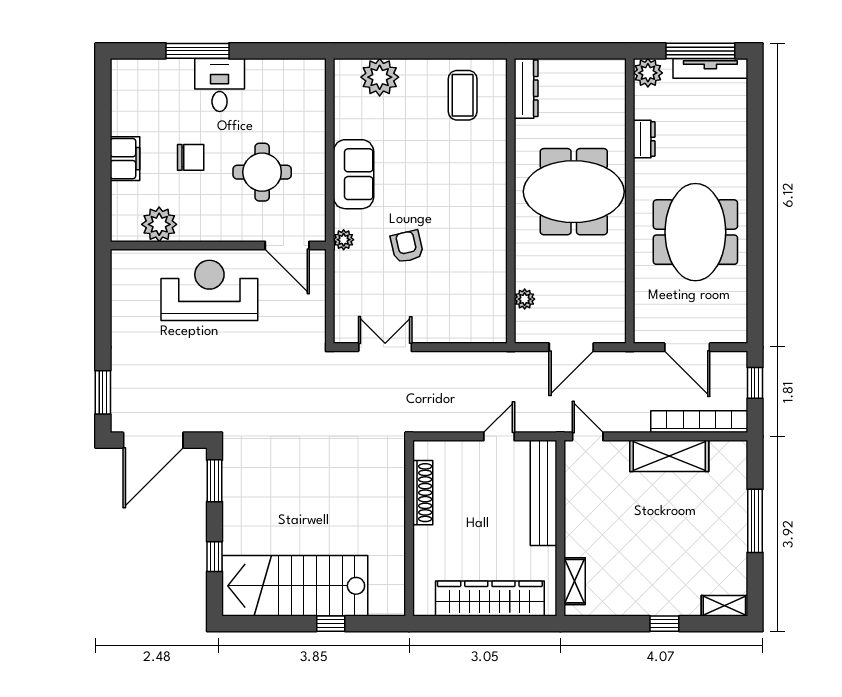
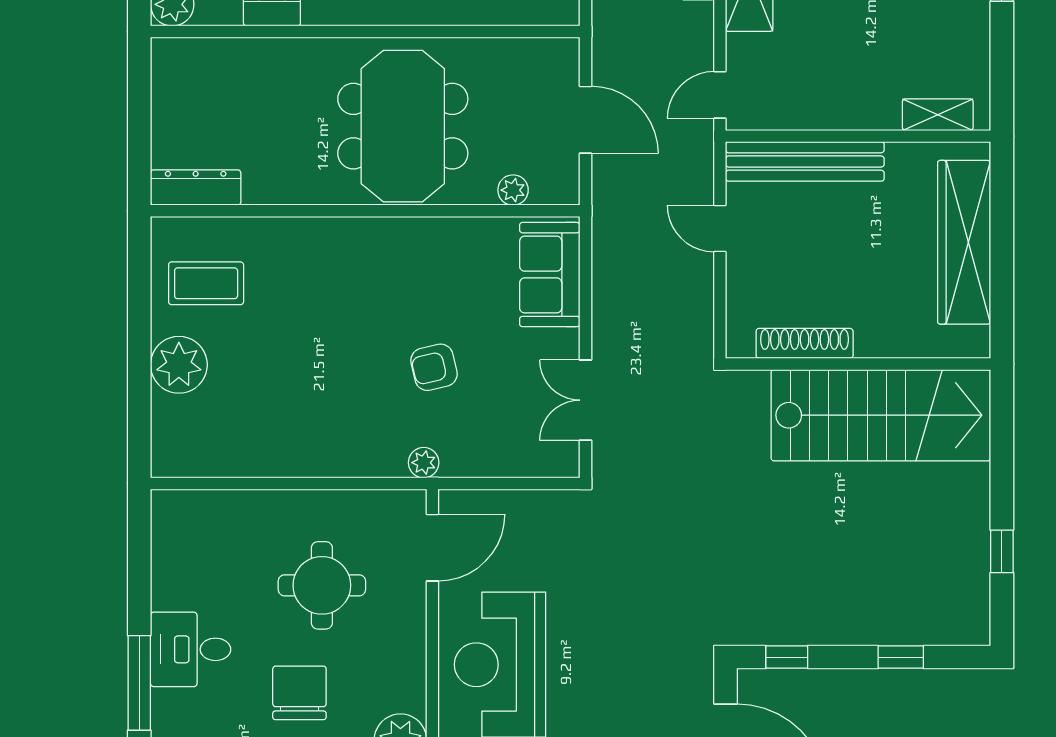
plant: (380, 77) -> (179, 365), moved
chair: (191, 157) -> (299, 693), width x1.37, depth x1.37
sofa: (353, 174) -> (550, 275), moved, turned -90
meeting table: (574, 192) -> (403, 126), moved
window: (214, 481) -> (787, 657), width x0.67
stairs: (295, 586) -> (881, 415), moved, turned -90
window: (331, 624) -> (1002, 551), moved

